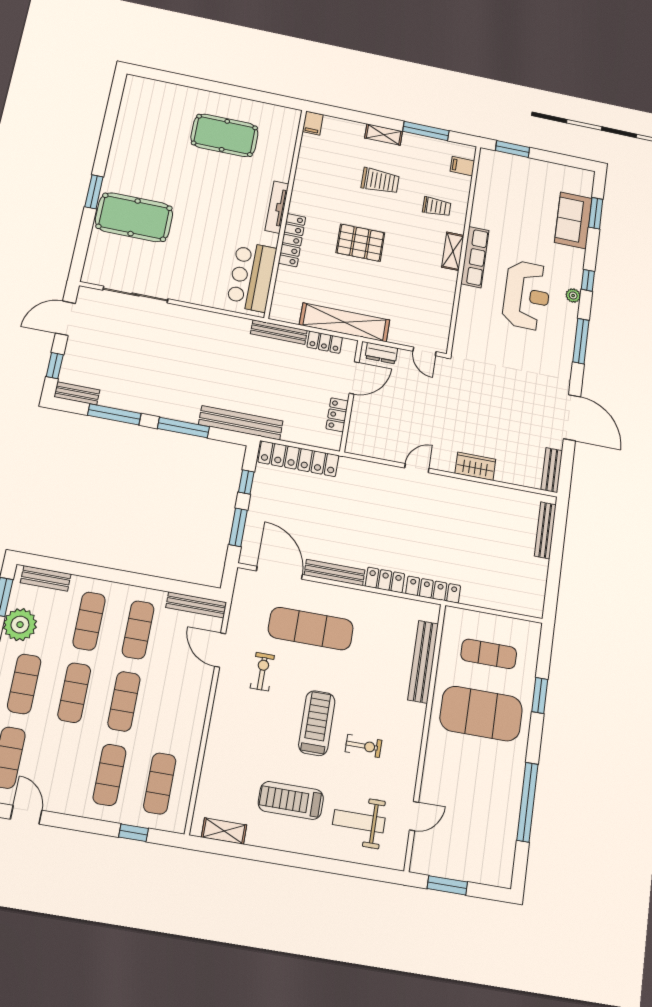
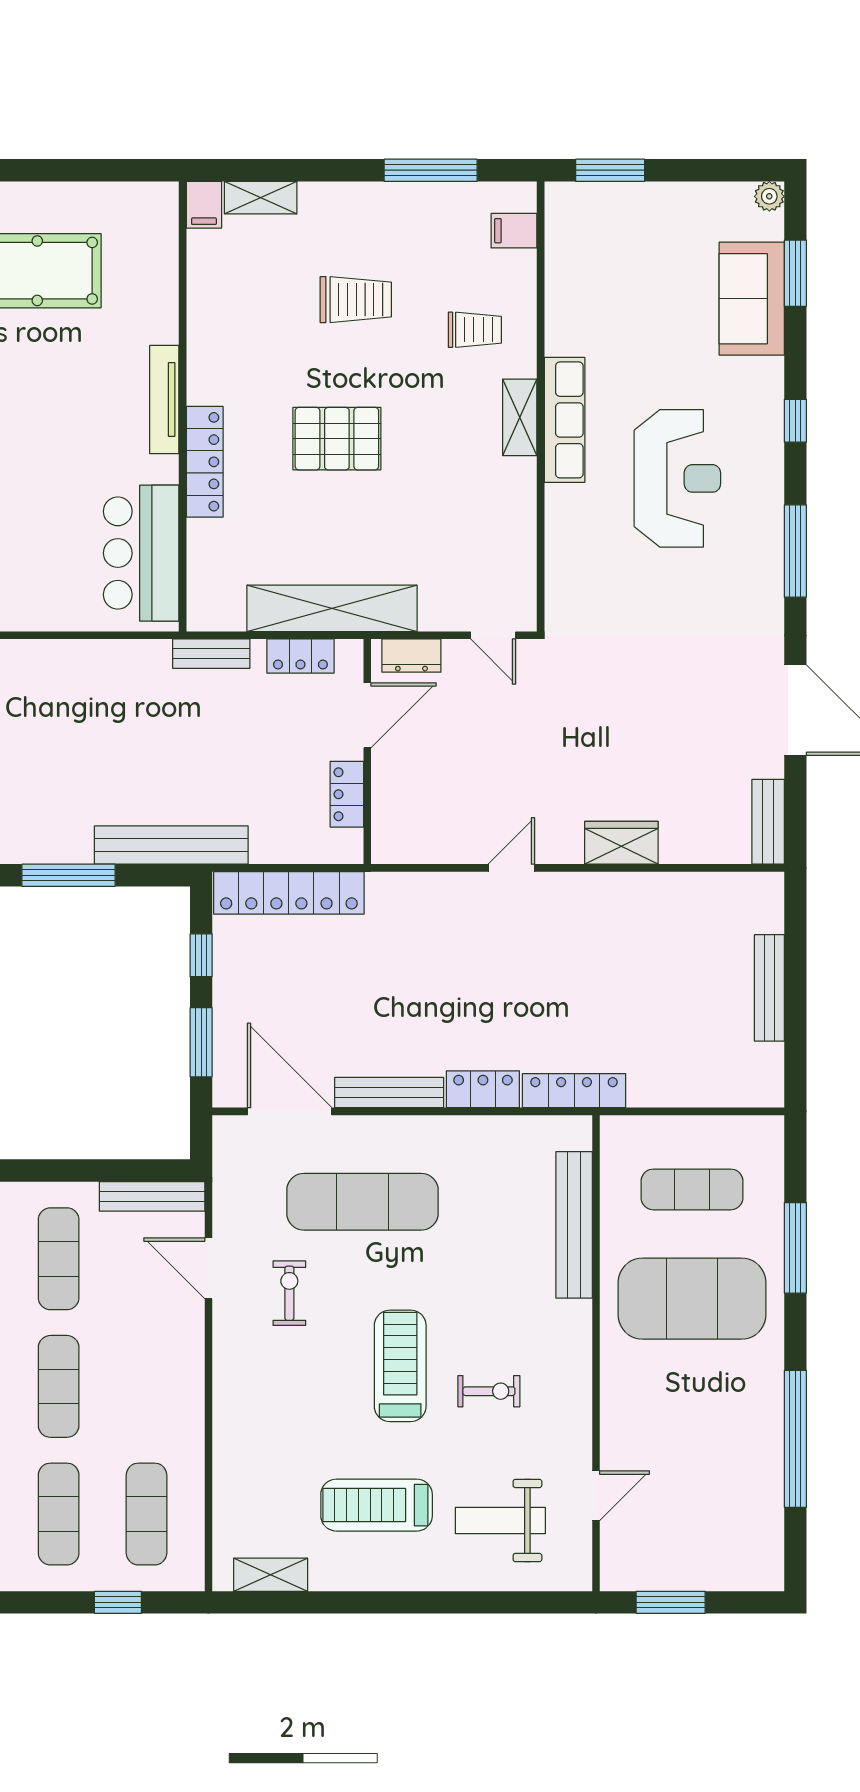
shelving: (384, 135) -> (261, 198), moved
plant: (573, 296) -> (769, 196), moved
bench: (279, 332) -> (211, 654), width x0.73
bench: (545, 530) -> (769, 988), moved
window: (540, 695) -> (795, 1248), width x1.44

